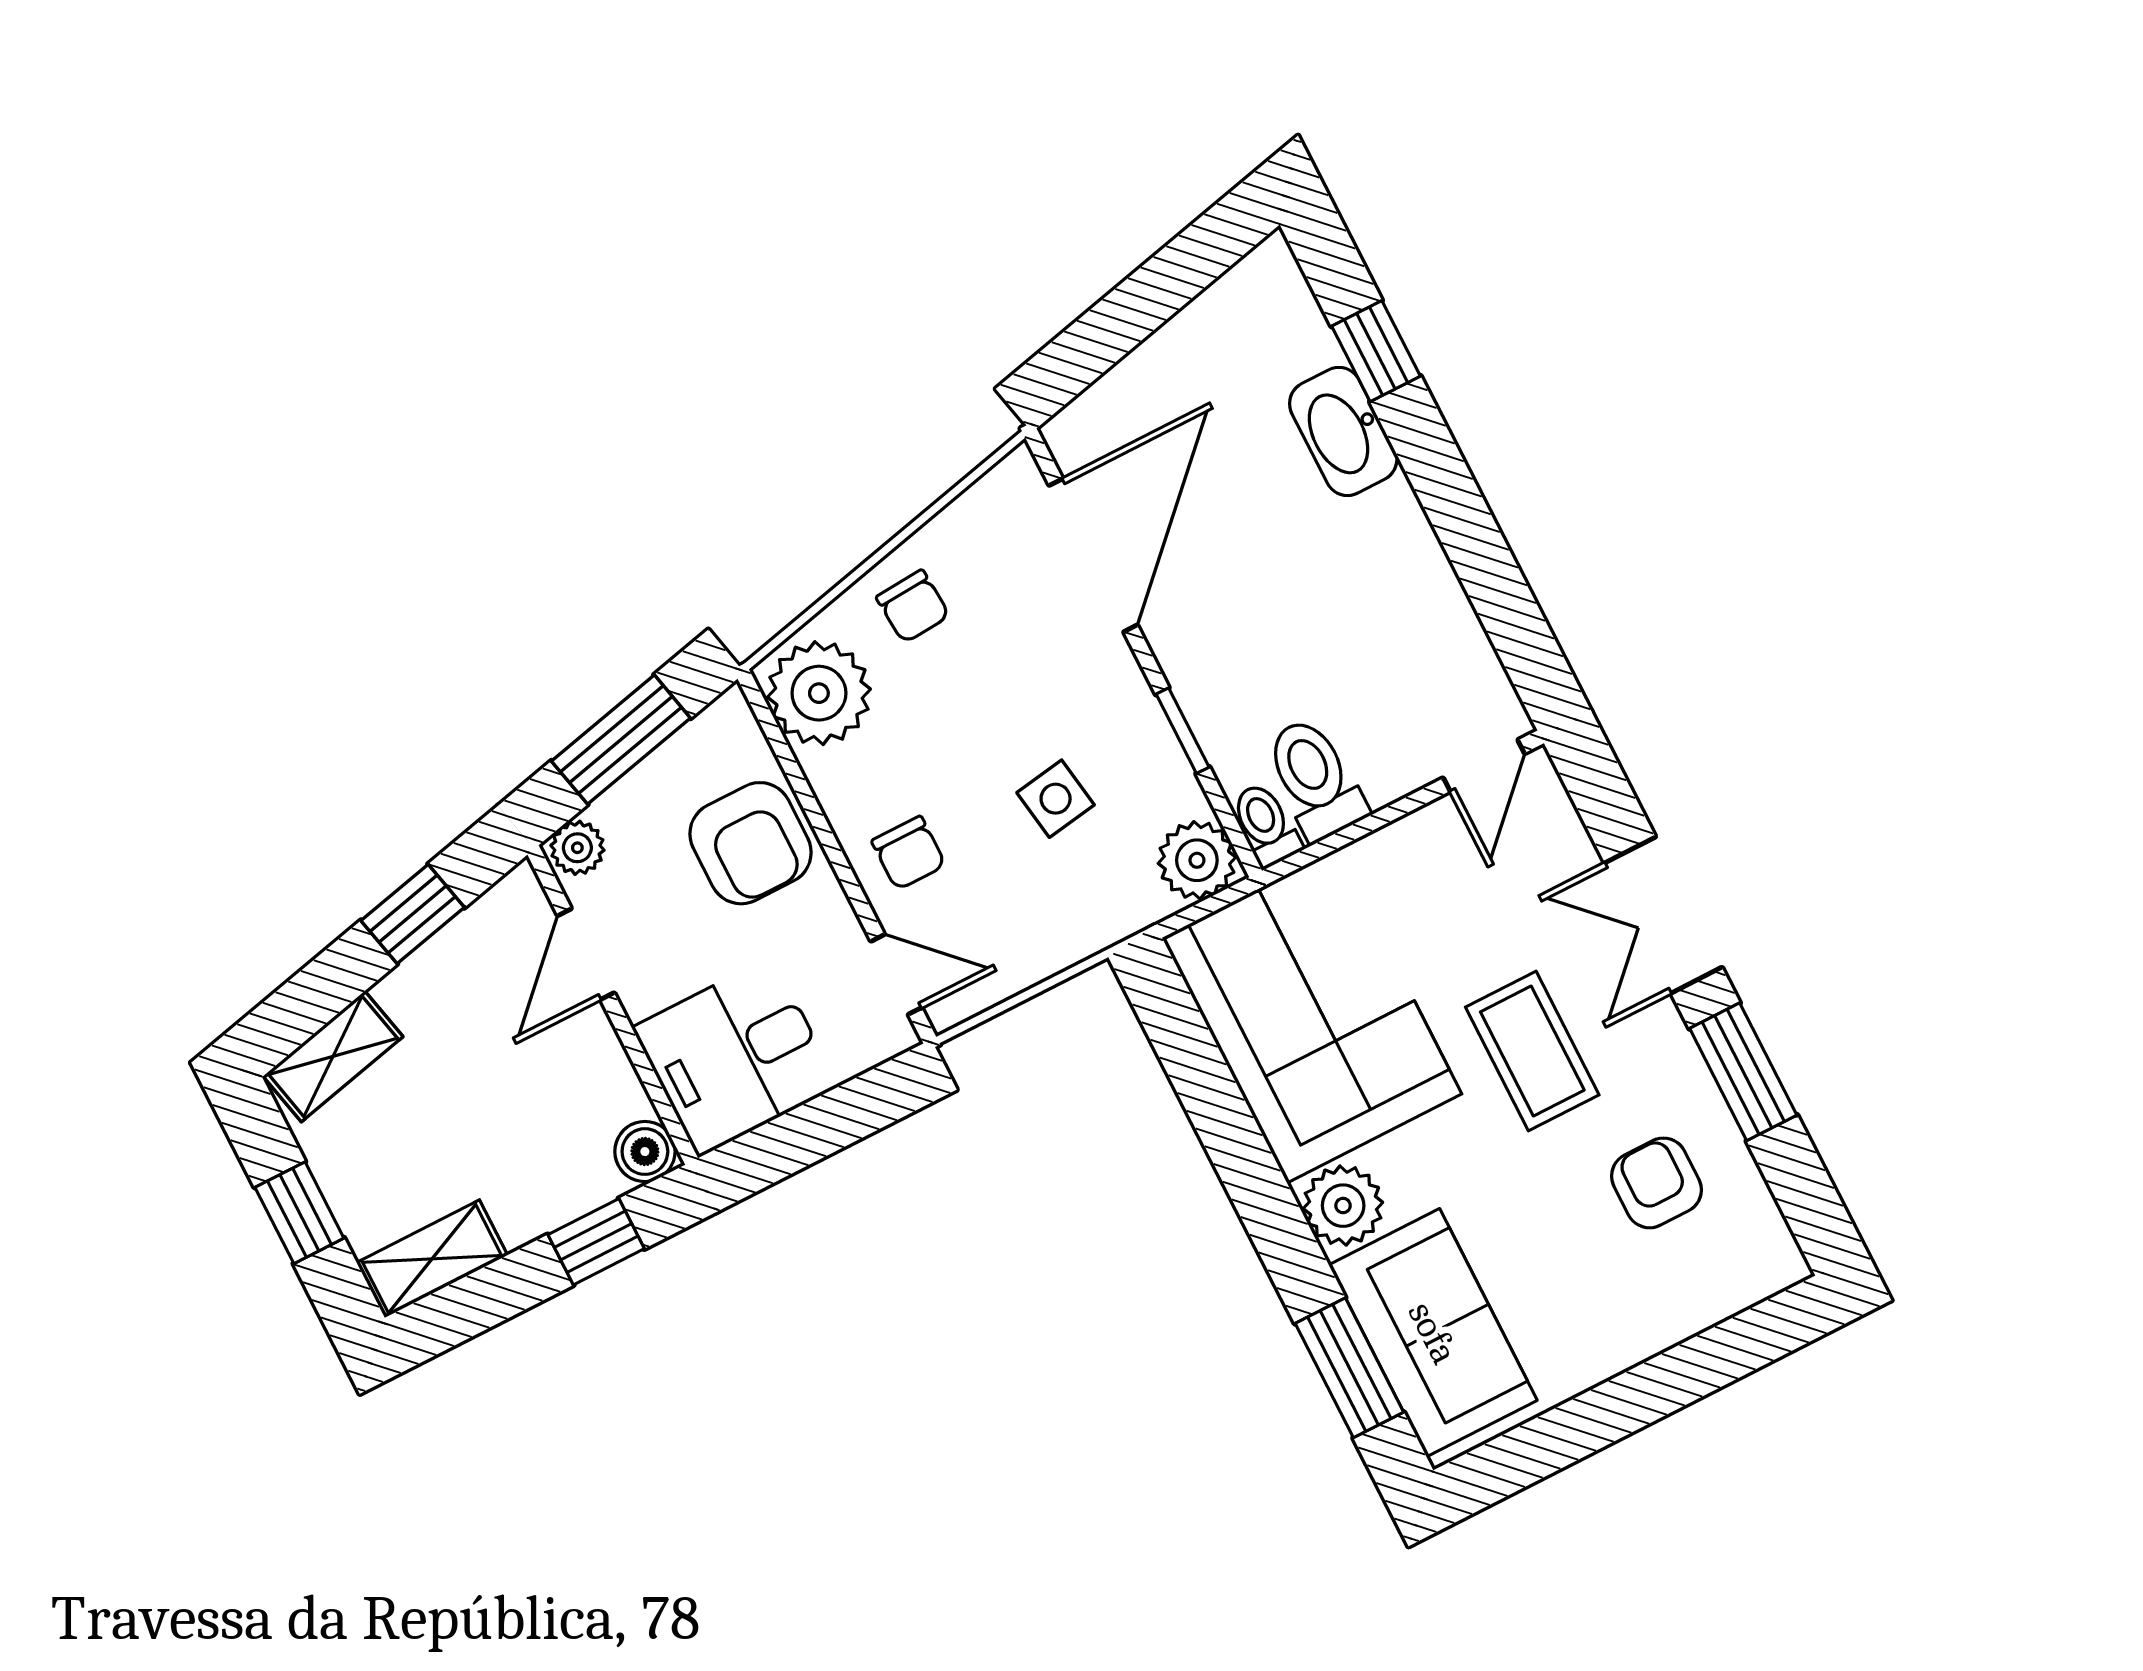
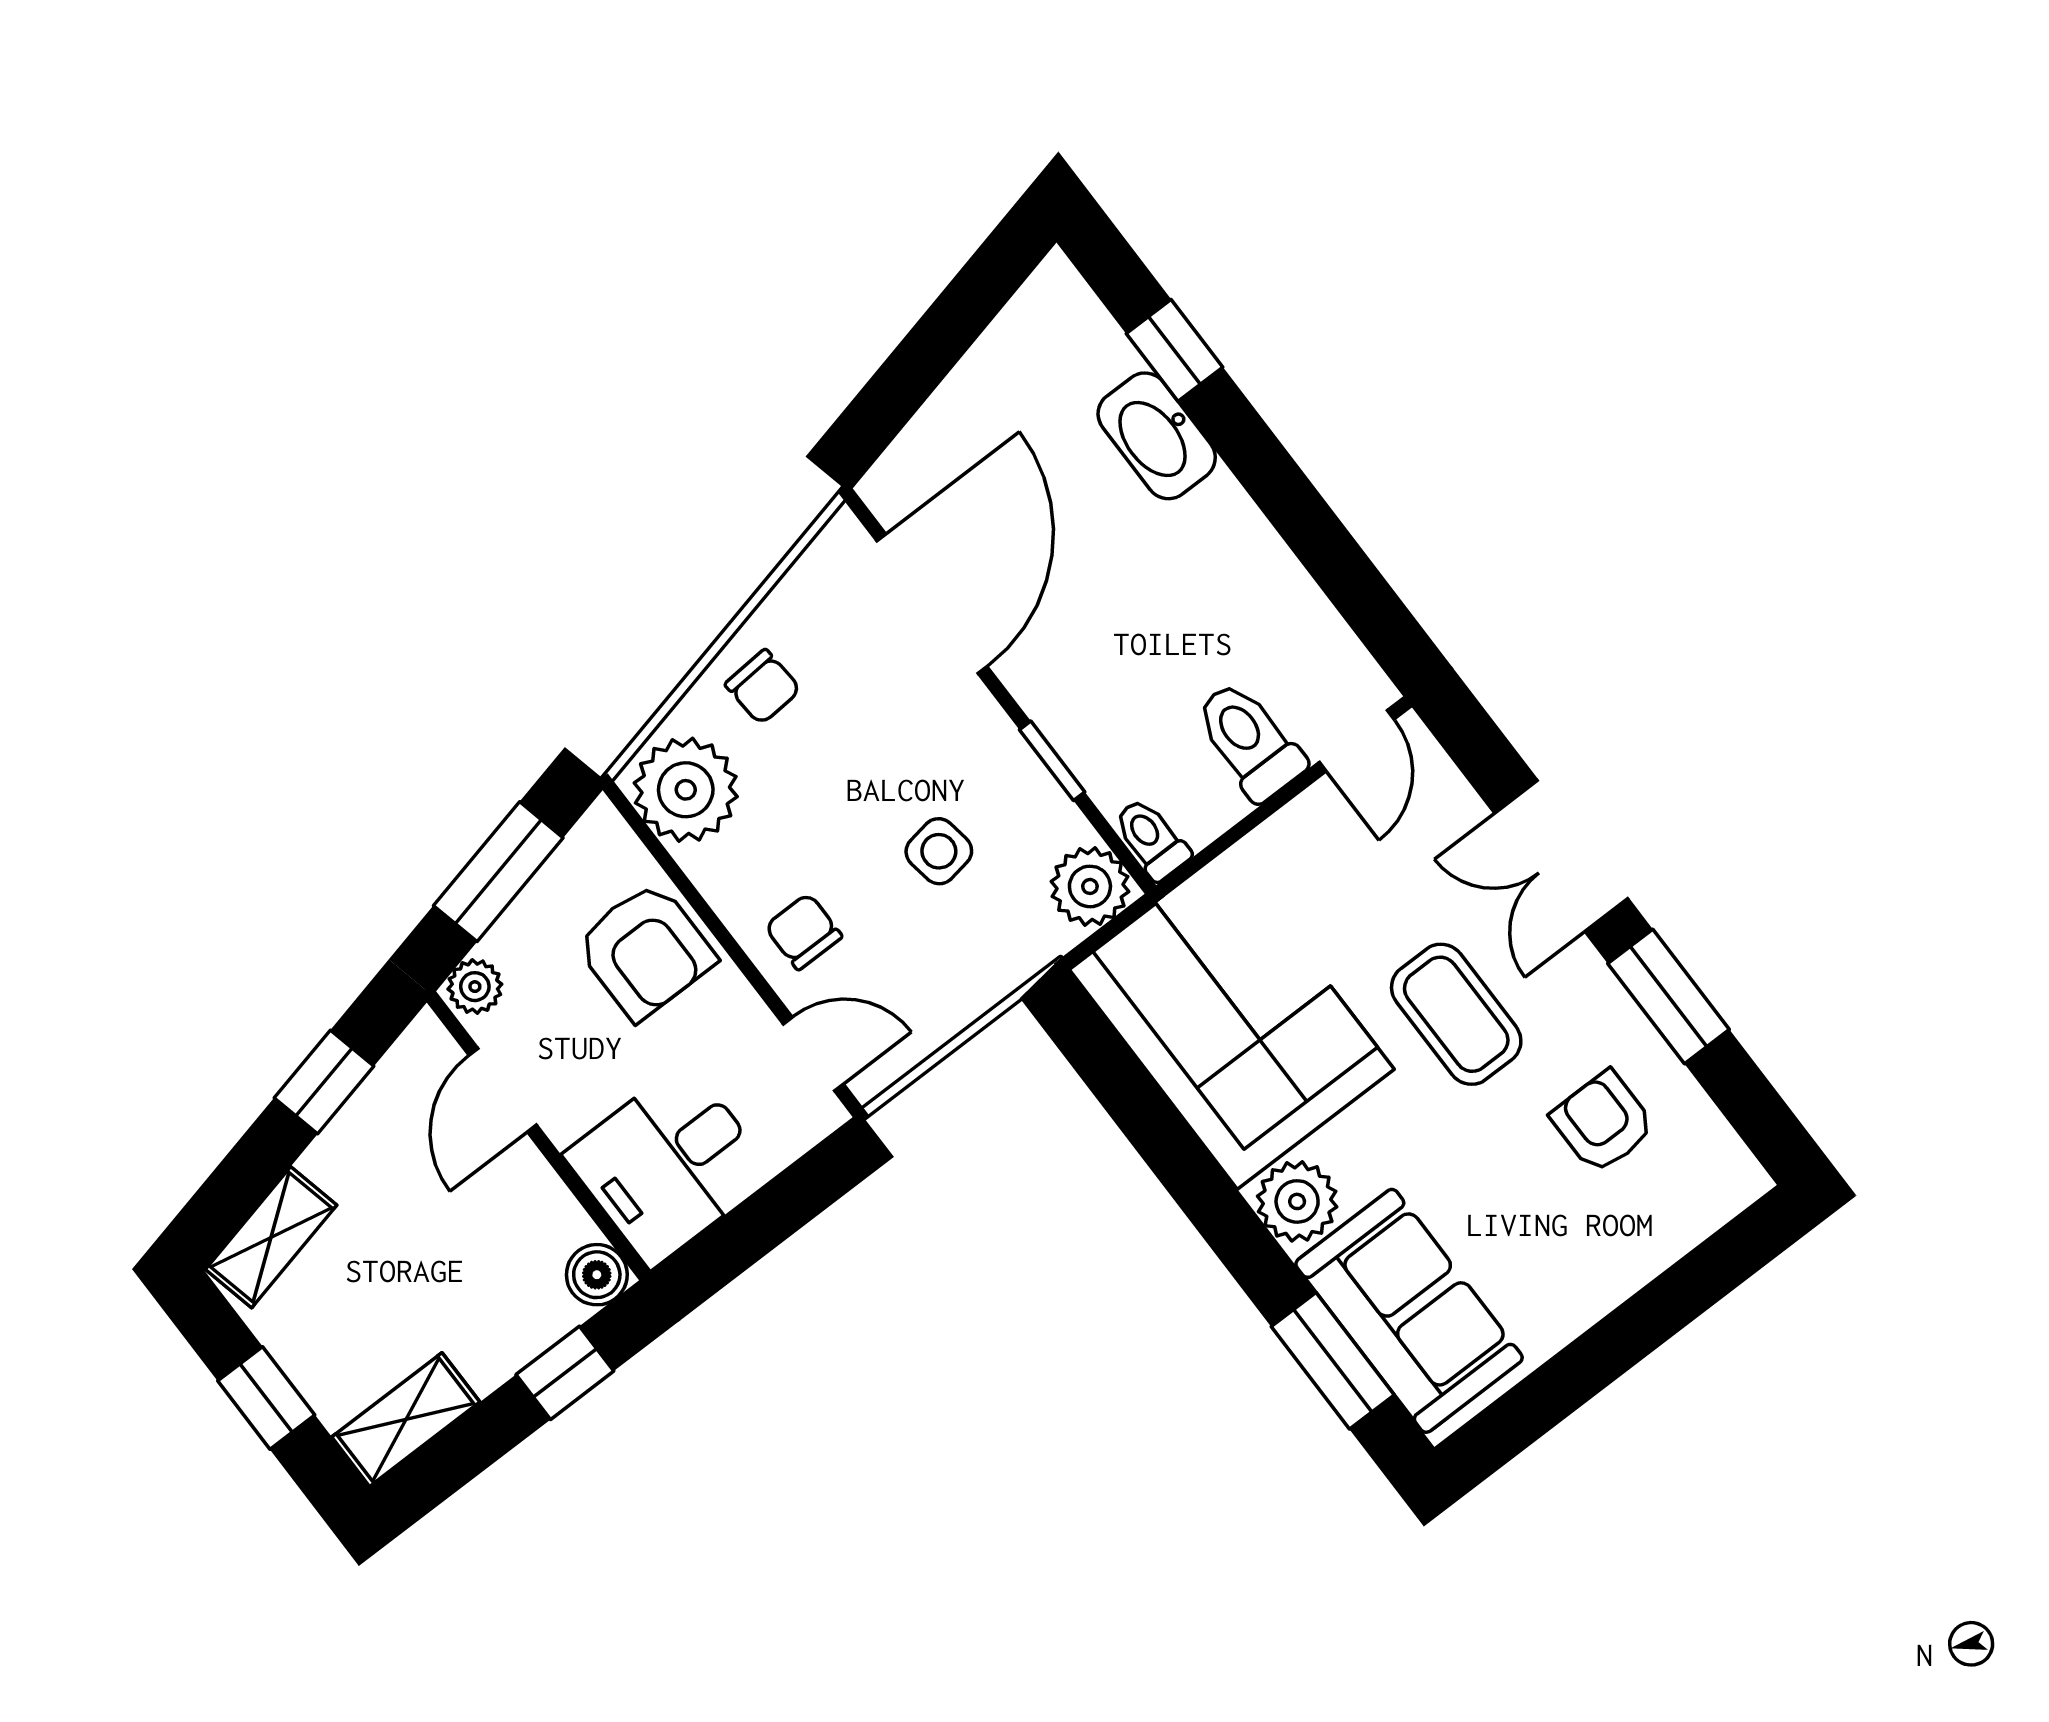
toilet: (1315, 779) -> (1249, 741), moved
chair: (909, 853) -> (803, 932), turned 180

